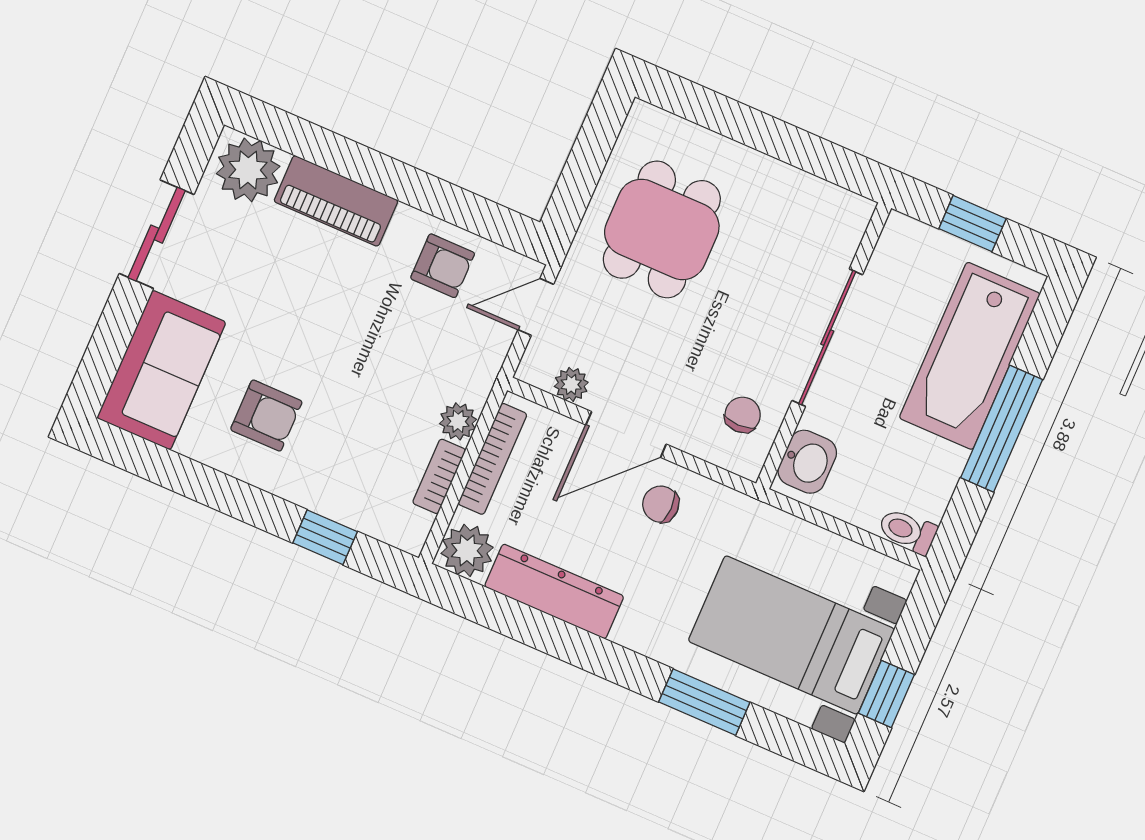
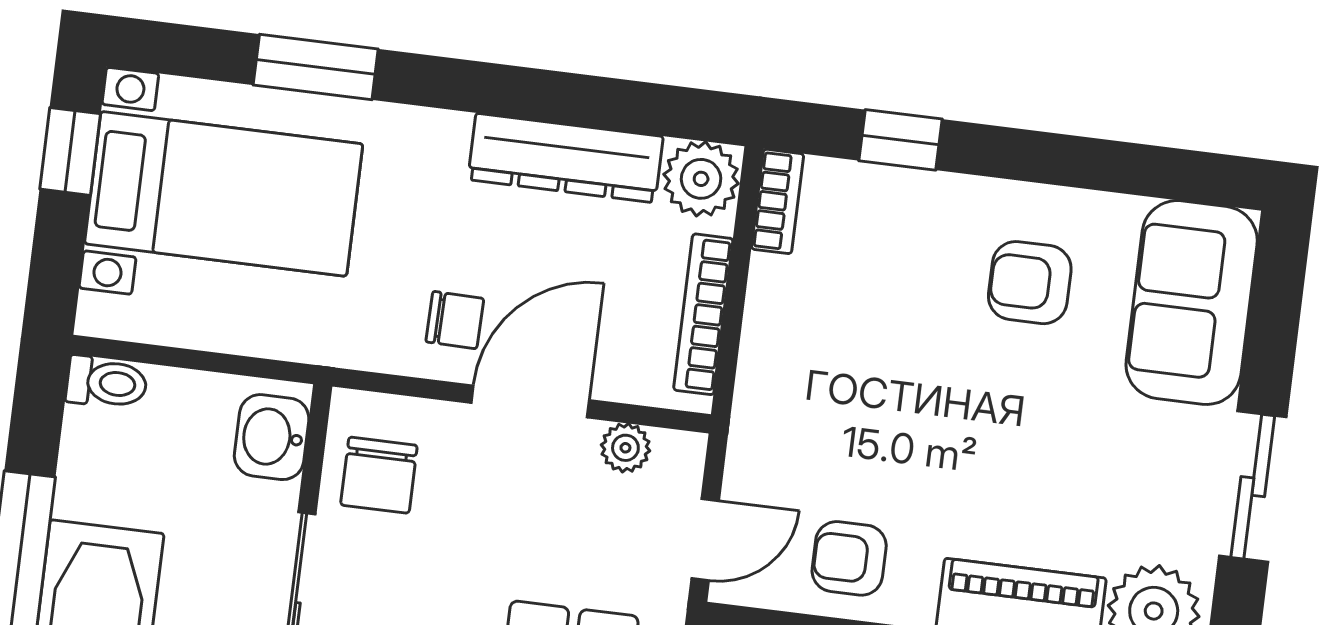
chair: (743, 415) -> (379, 475), width x1.37, depth x1.37
plant: (458, 421) -> (765, 352), removed
bookcase: (439, 476) -> (777, 201), moved

